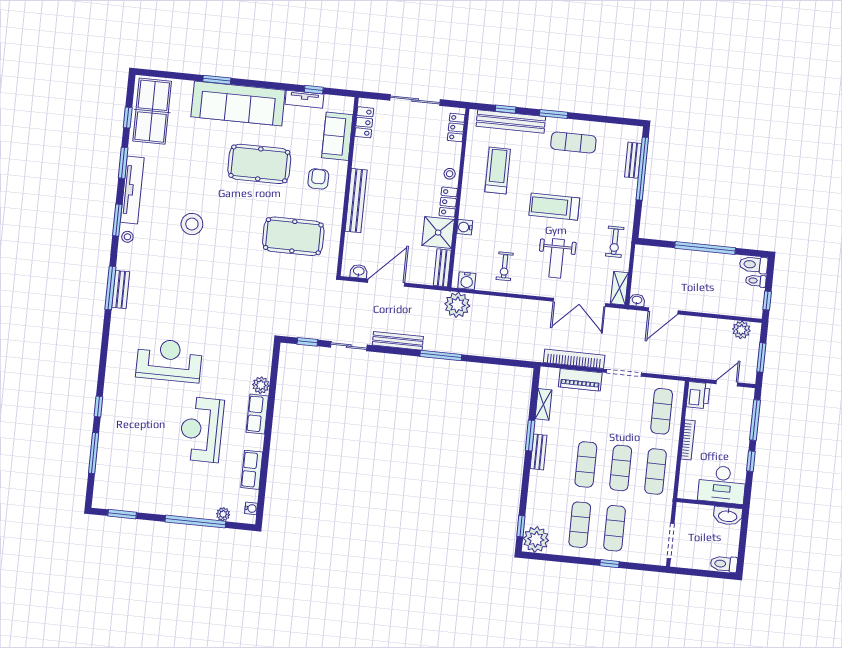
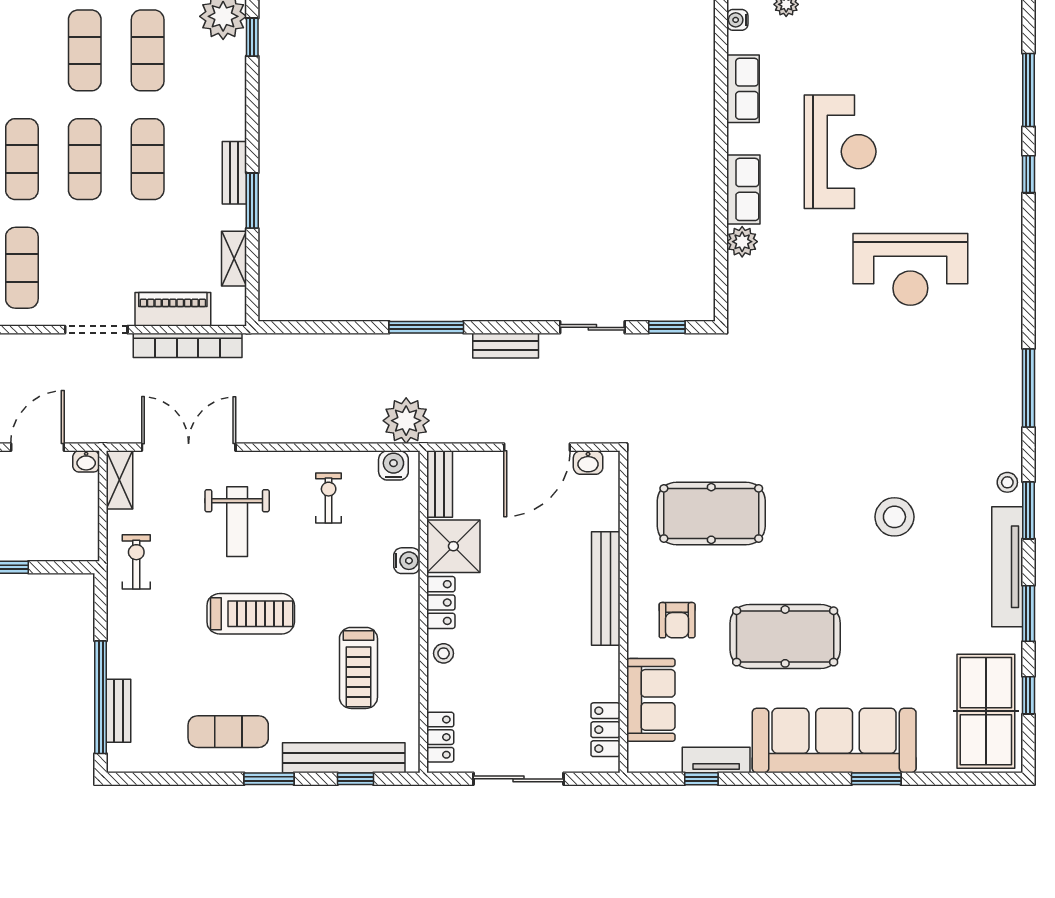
weight bench: (557, 258) -> (237, 522), turned 180
bench: (121, 290) -> (1010, 387), removed
bench: (398, 341) -> (506, 346), width x0.73

